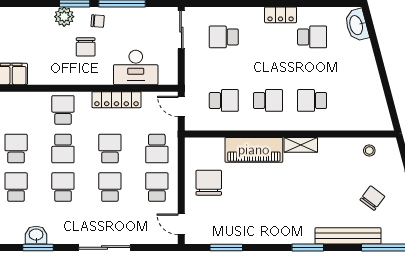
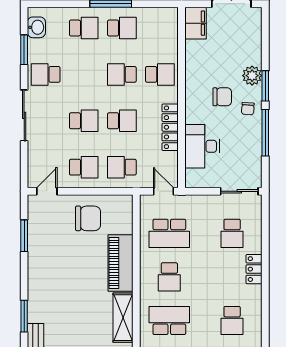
locker: (281, 15) -> (254, 269), moved
school desk: (224, 37) -> (232, 233), turned 180
chair: (86, 47) -> (222, 97), turned 180
school desk: (224, 100) -> (169, 233), width x1.85
school desk: (312, 100) -> (169, 320), width x1.85
door: (181, 106) -> (164, 191), hinge flipped
shelving: (301, 145) -> (123, 318), width x1.50, depth x1.33
school desk: (63, 187) -> (46, 74), moved, turned 180
washbasin: (36, 235) -> (36, 27), moved

